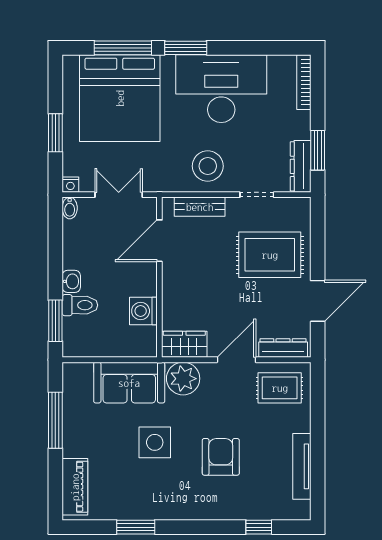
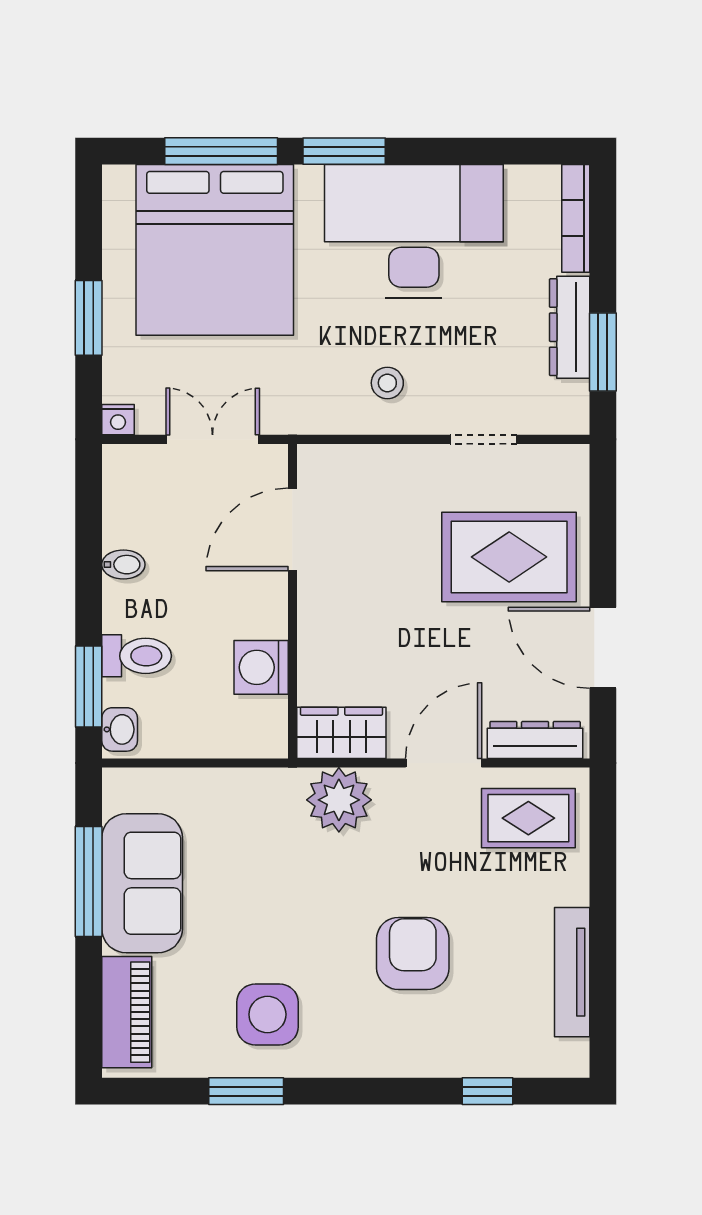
stool: (208, 166) -> (387, 383), width x0.53, depth x0.53
dresser: (301, 166) -> (570, 327), moved
bench: (200, 207) -> (371, 463), removed
bidet: (70, 208) -> (123, 565), moved, turned -90
washbasin: (71, 281) -> (120, 729), moved
door: (318, 301) -> (603, 648), swing flipped
sofa: (129, 383) -> (142, 883), moved, turned -90
side table: (155, 442) -> (267, 1014), moved

